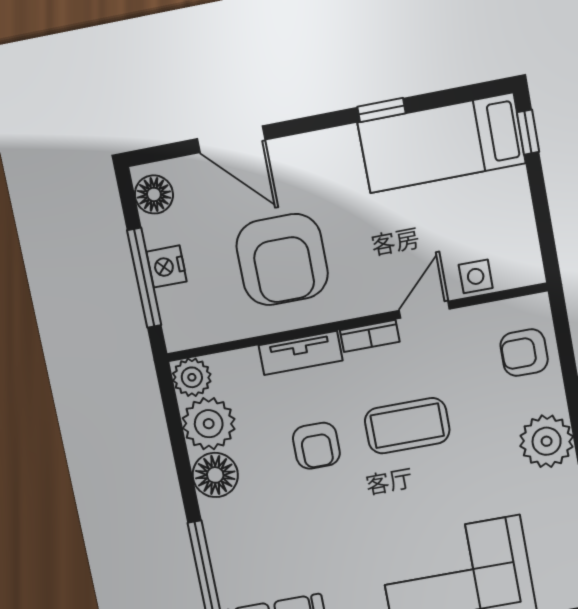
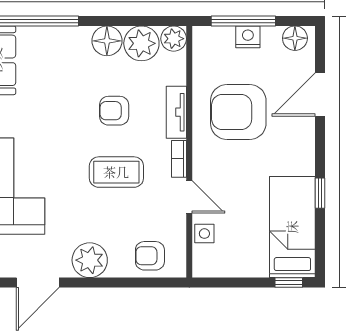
armchair: (524, 353) -> (150, 256), turned -90
coffee table: (407, 426) -> (116, 172), turned 90

